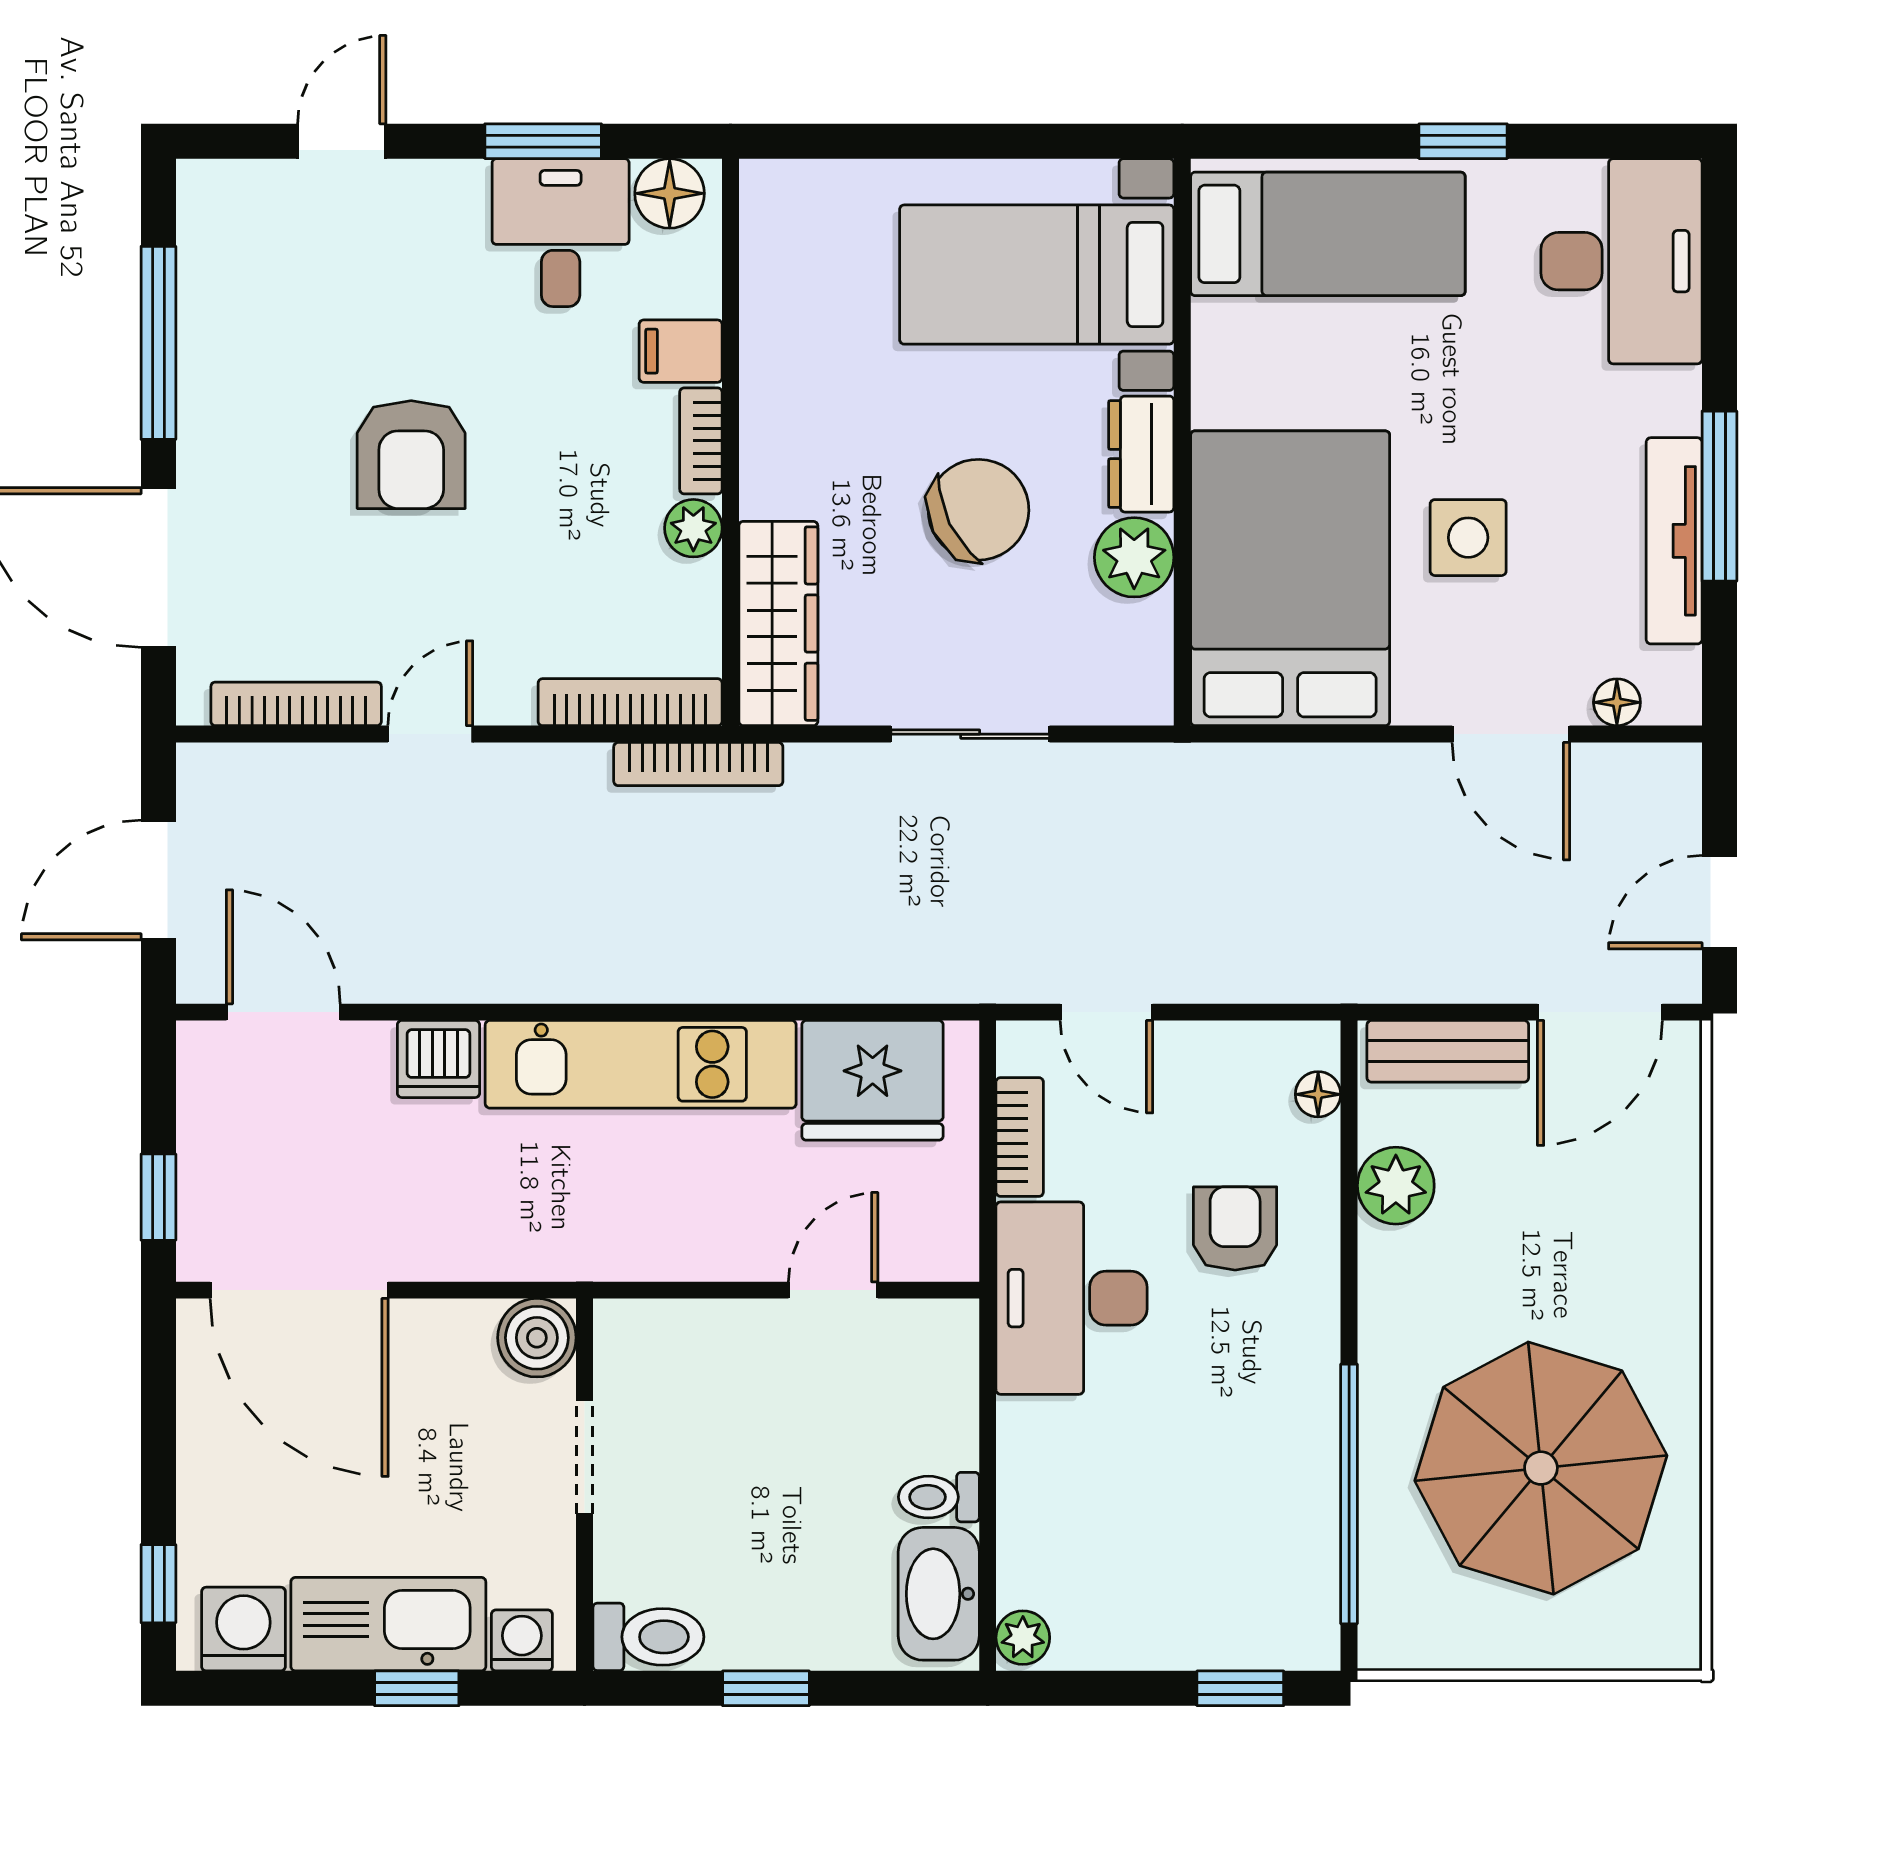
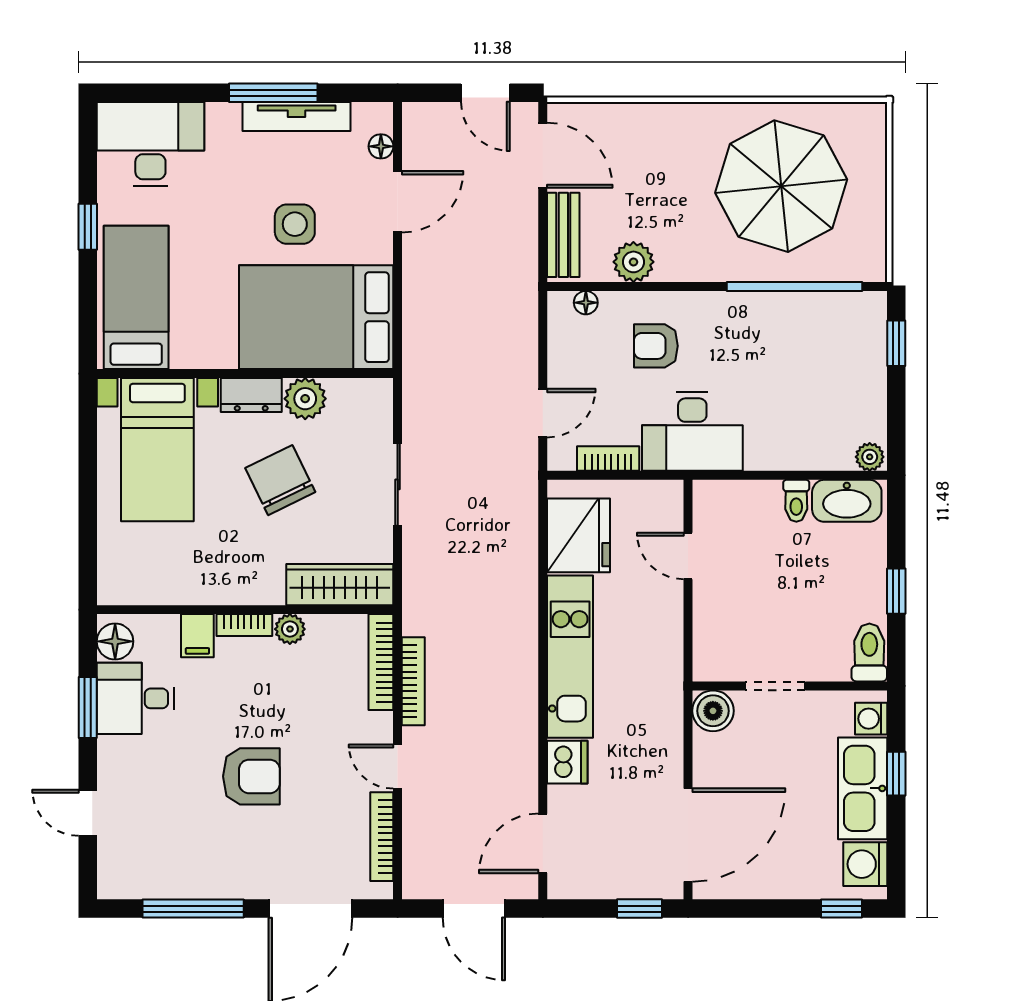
bookcase: (698, 764) -> (413, 681), moved

